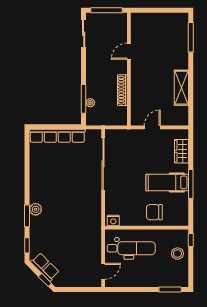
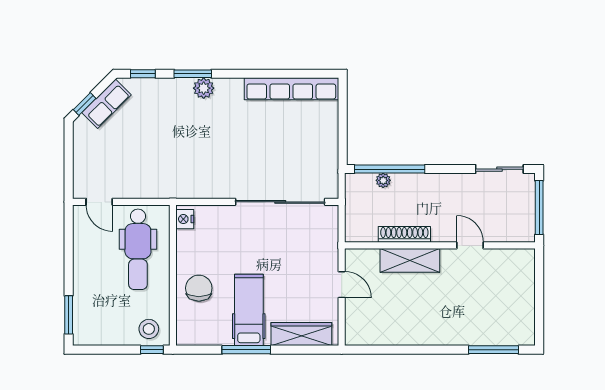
shelving: (181, 88) -> (410, 260), moved
window: (84, 99) -> (390, 169), width x1.46
row of seats: (57, 136) -> (291, 89), moved, turned -90
wardrobe: (182, 151) -> (301, 334), width x1.50
stool: (177, 254) -> (149, 329), moved

